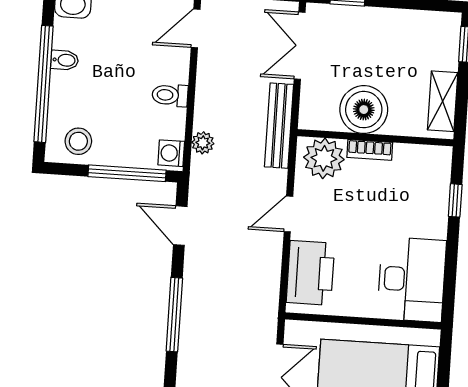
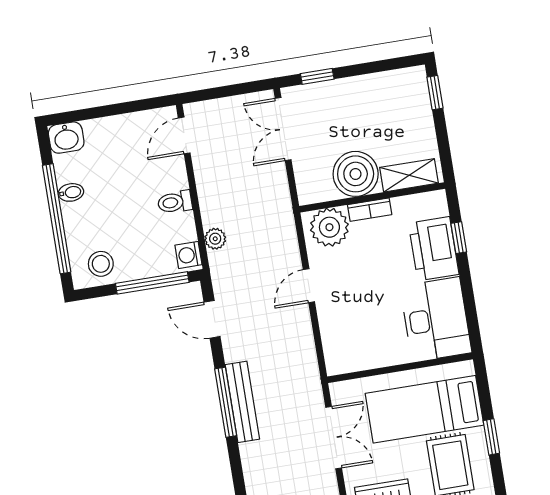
shelving: (443, 101) -> (409, 175), moved, turned 90
bench: (279, 126) -> (242, 402), moved
printer: (310, 273) -> (434, 249), moved, turned 180

